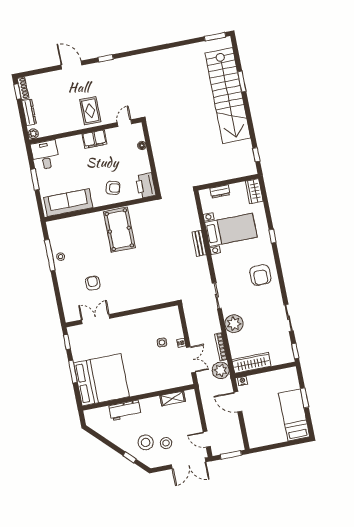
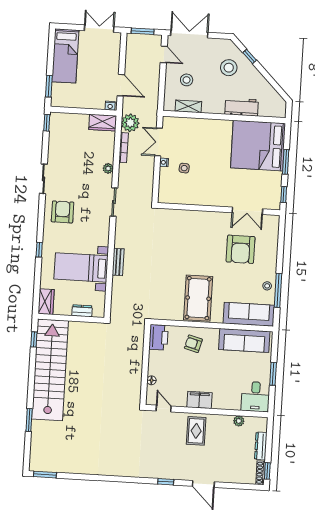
stairs: (228, 96) -> (50, 370), moved
door: (124, 123) -> (164, 408), swing flipped
plant: (33, 134) -> (239, 421), moved
sofa: (70, 227) -> (249, 314), added
armchair: (93, 283) -> (241, 249), width x1.88, depth x1.88
sliding door: (289, 318) -> (43, 179), moved
plant: (234, 324) -> (108, 168), width x0.53, depth x0.53
wardrobe: (251, 363) -> (103, 123), width x0.67
window: (304, 398) -> (49, 86), moved
stool: (166, 443) -> (187, 80), moved
double door: (270, 447) -> (99, 29), added

